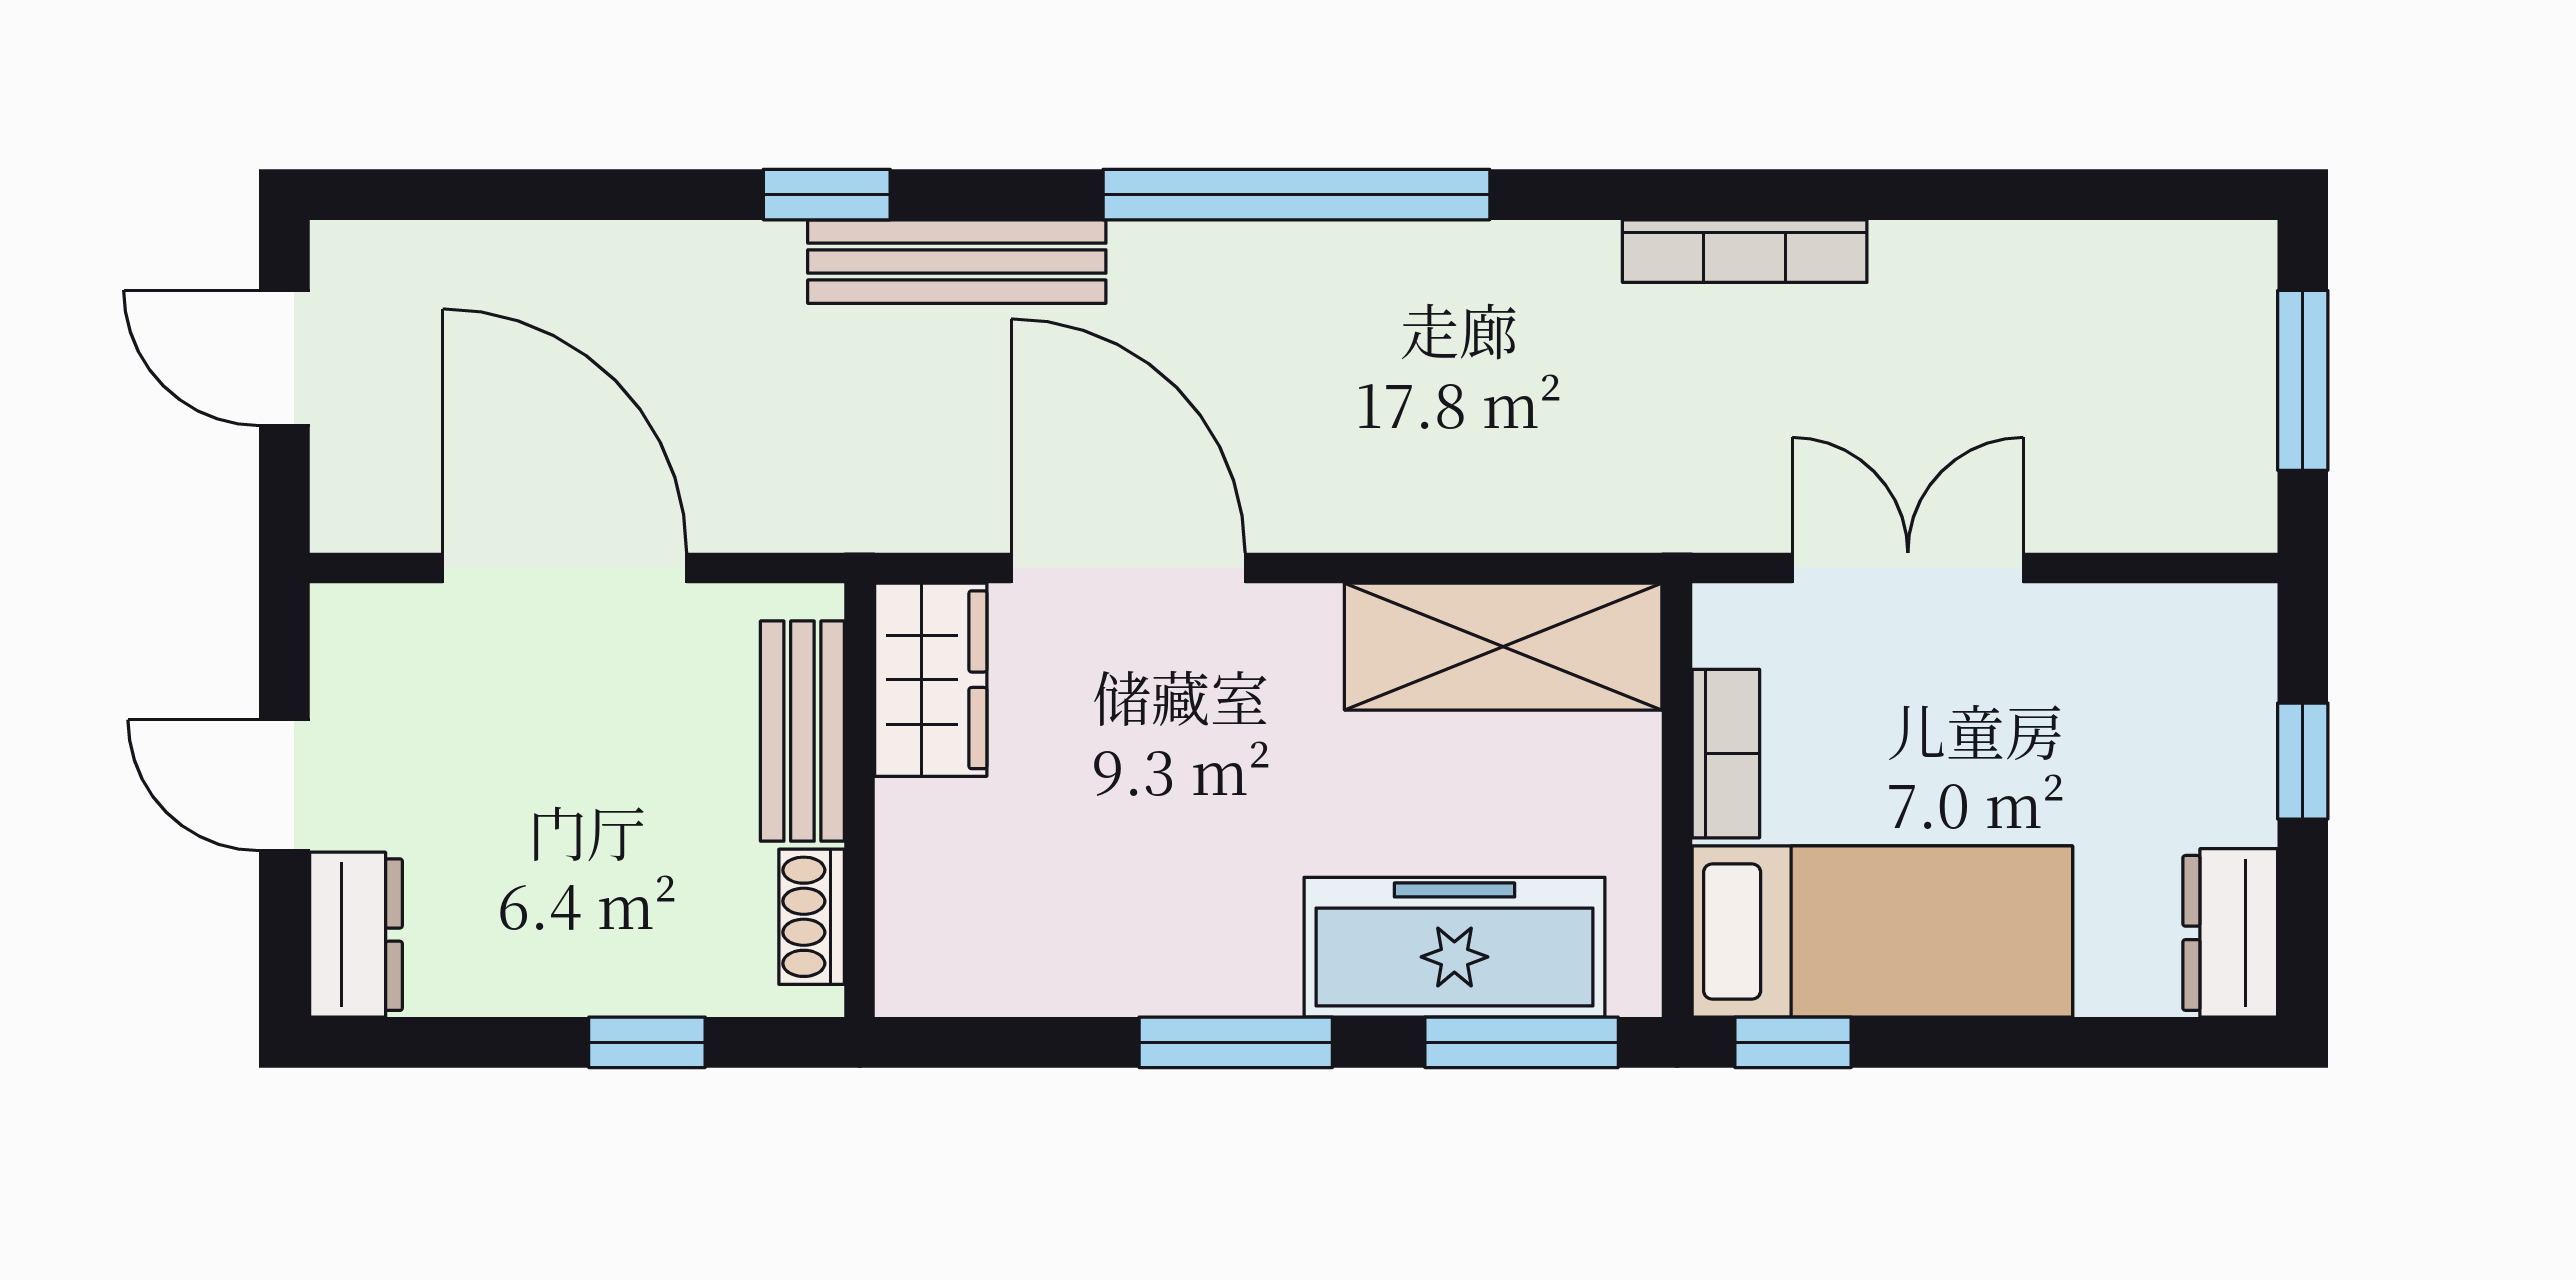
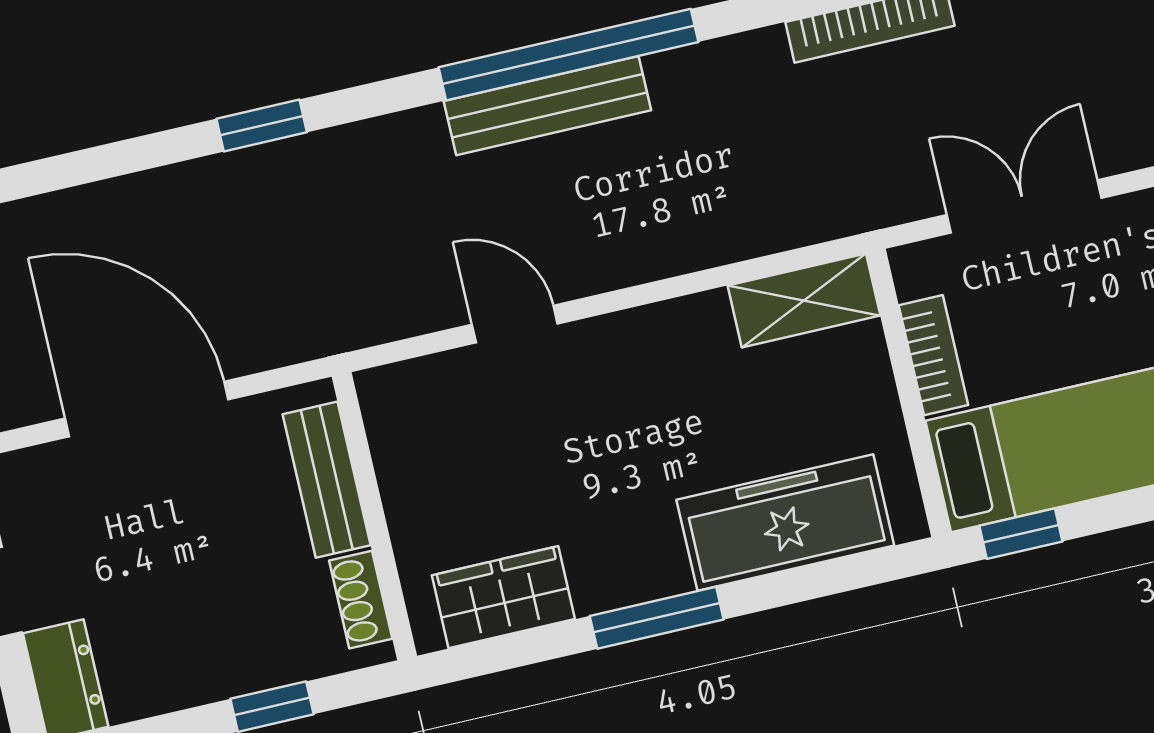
bench: (957, 262) -> (547, 106), moved
door: (1128, 568) -> (515, 324), width x0.53
shelving: (1503, 647) -> (804, 300), width x0.67, depth x0.75
wardrobe: (931, 680) -> (503, 597), moved, turned -90
window: (1522, 1042) -> (843, 575), removed

